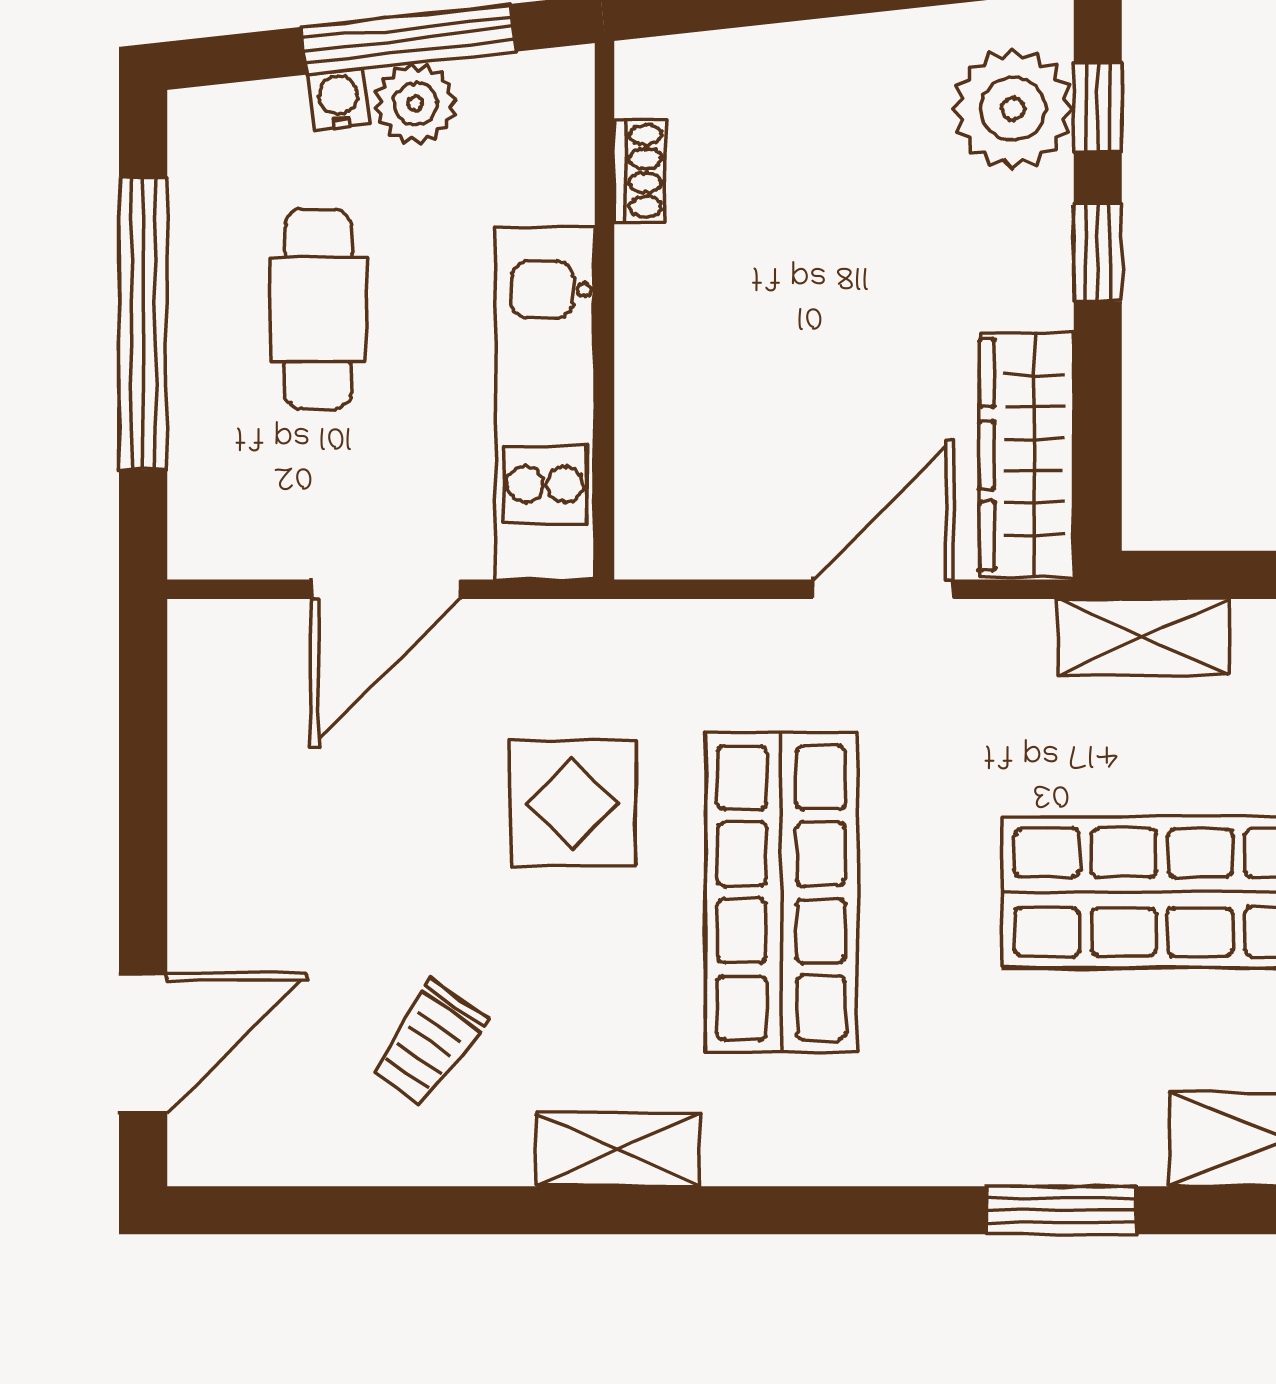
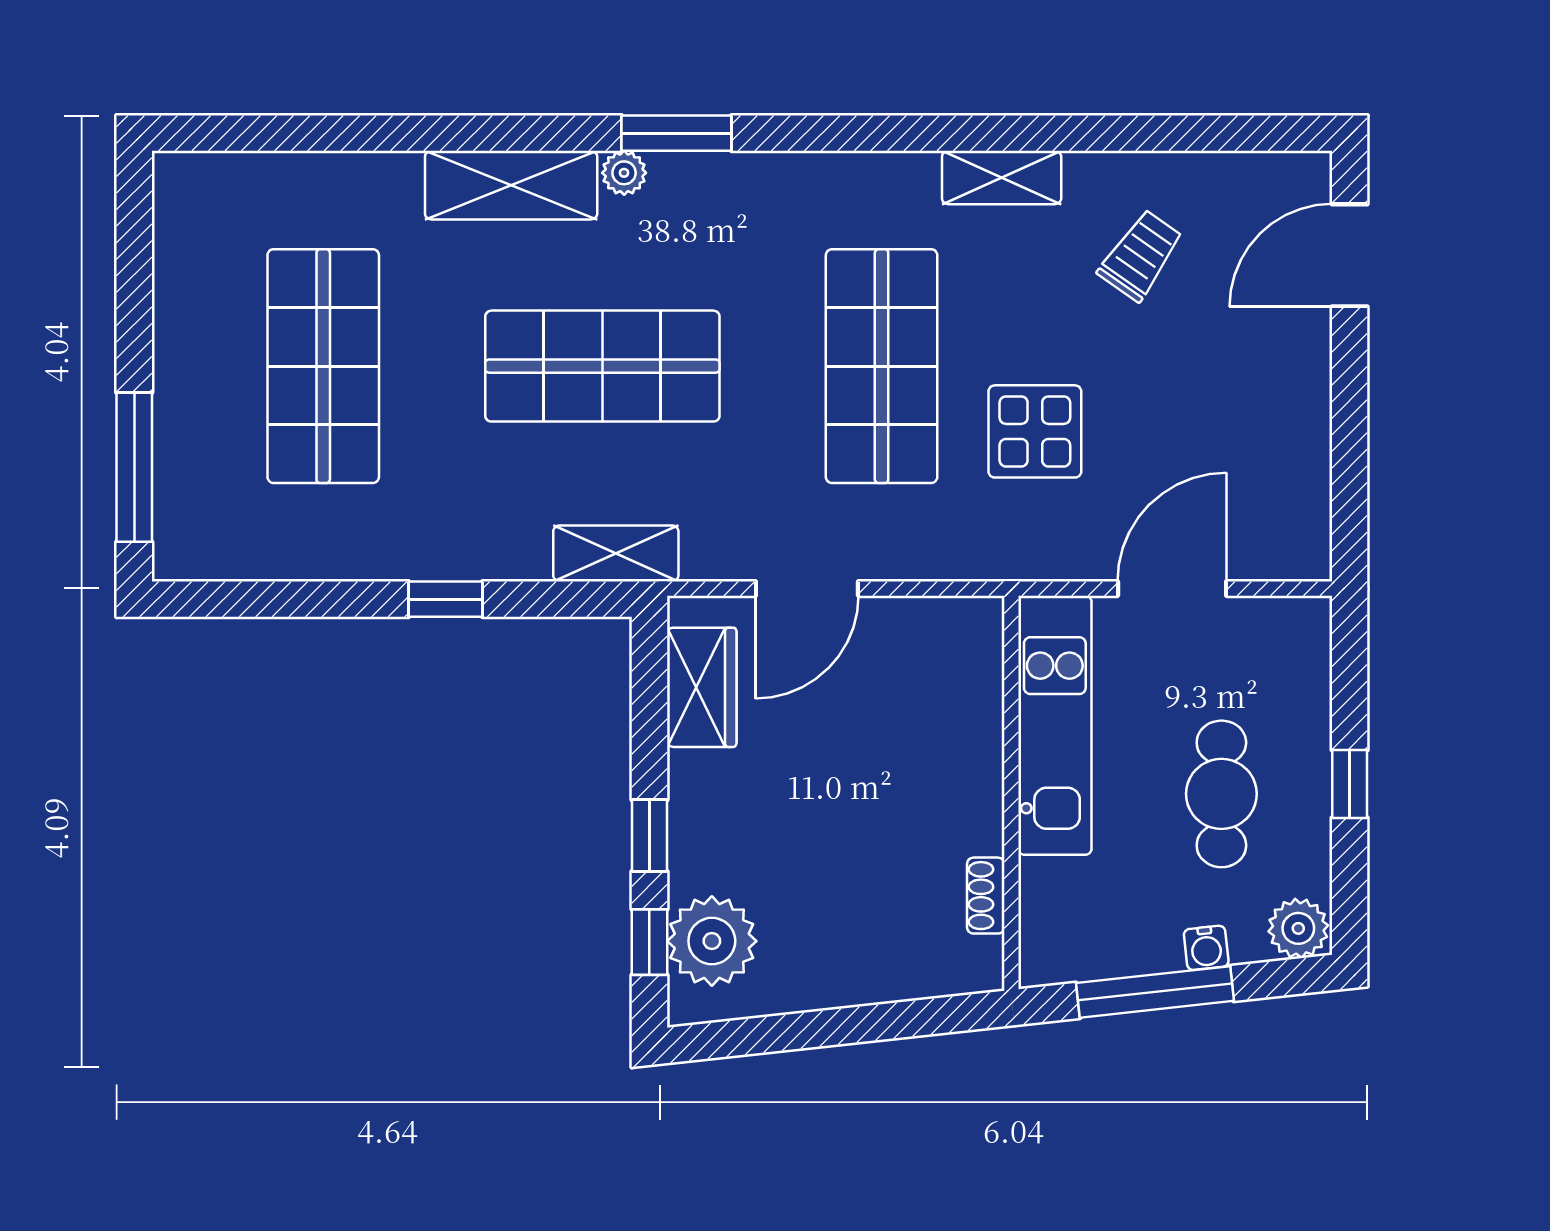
plant: (415, 104) -> (1298, 928), moved
window: (143, 323) -> (1350, 784), width x0.32
wardrobe: (1027, 455) -> (702, 687), width x0.67
plant: (1132, 1156) -> (624, 173), added

